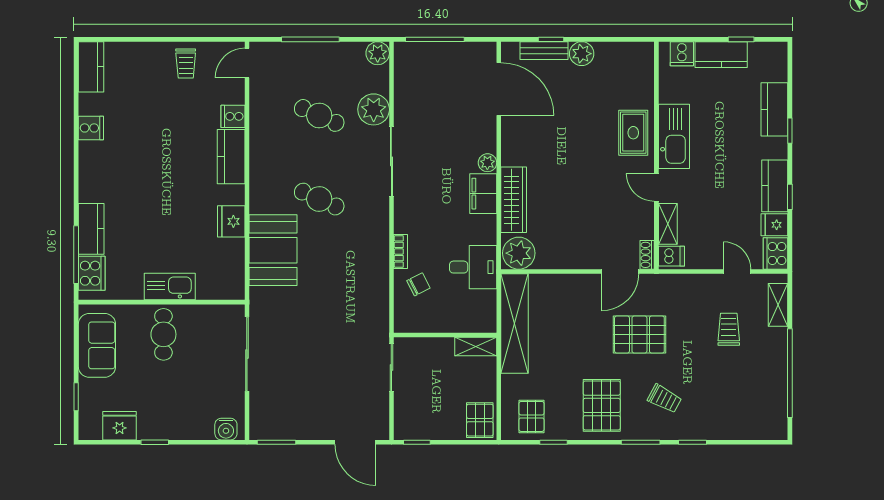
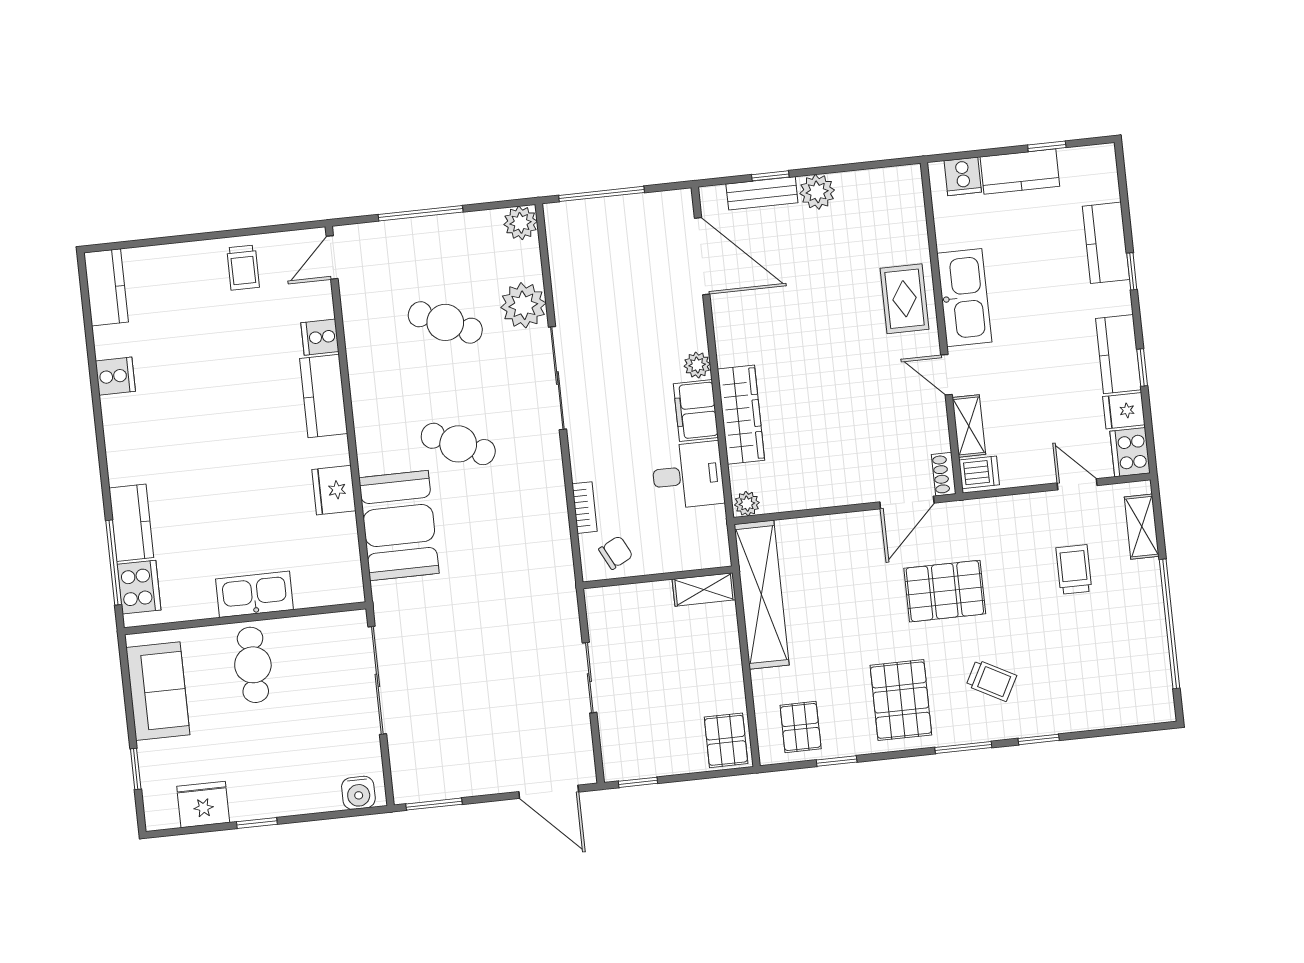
plant: (519, 253) -> (747, 504), width x0.53, depth x0.53
desk: (473, 267) -> (688, 475), moved
wall: (445, 335) -> (658, 577), moved
shelving: (476, 347) -> (704, 589), moved

